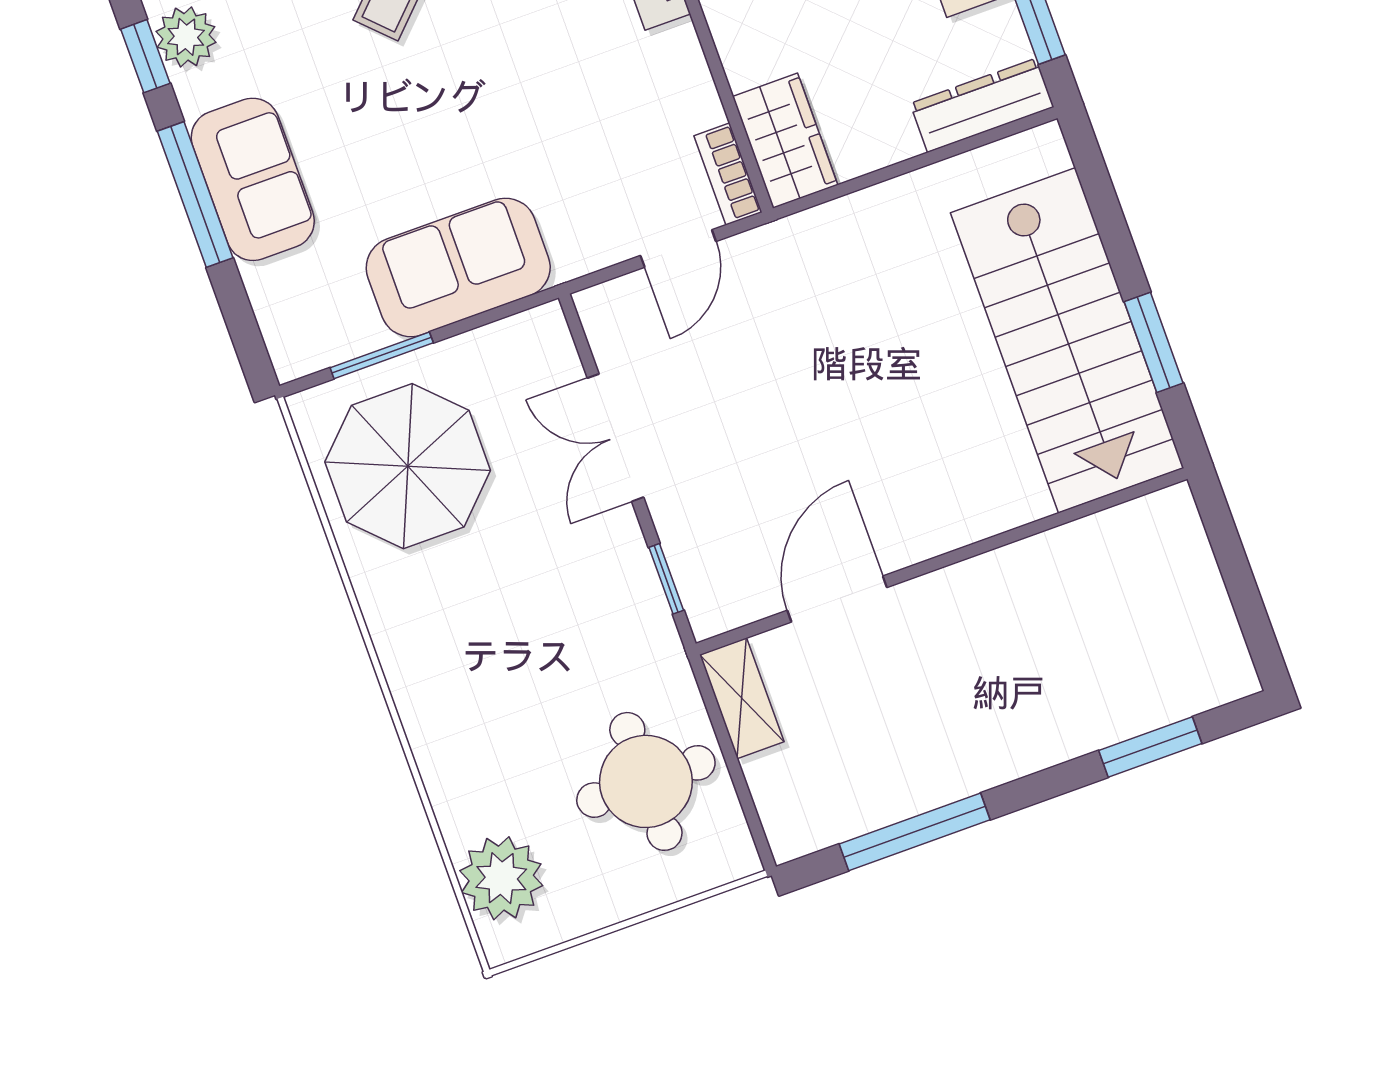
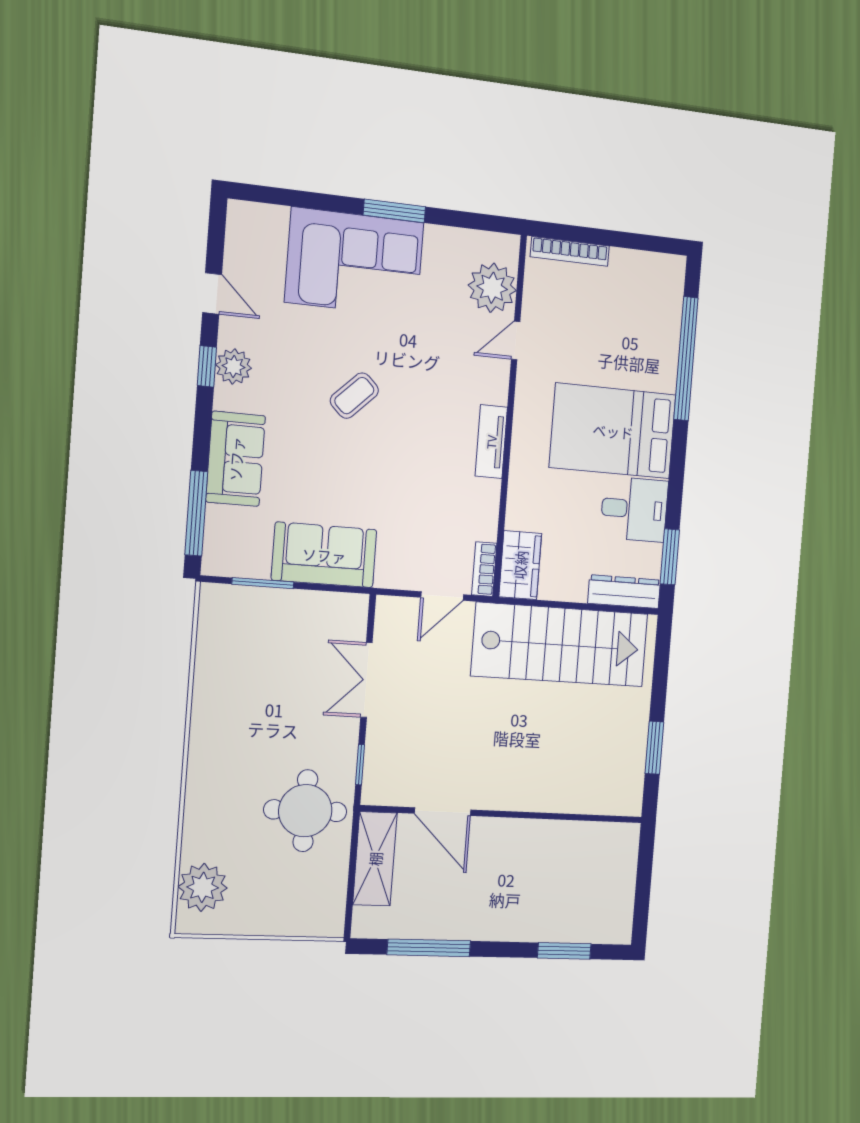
window: (195, 195) -> (196, 513), moved
stairs: (1067, 340) -> (560, 645), moved, turned -90
parasol: (408, 466) -> (250, 648), removed
door: (837, 599) -> (443, 812), swing flipped
shelving: (742, 698) -> (375, 859), width x1.50, depth x1.33
round table: (646, 781) -> (305, 811), moved

